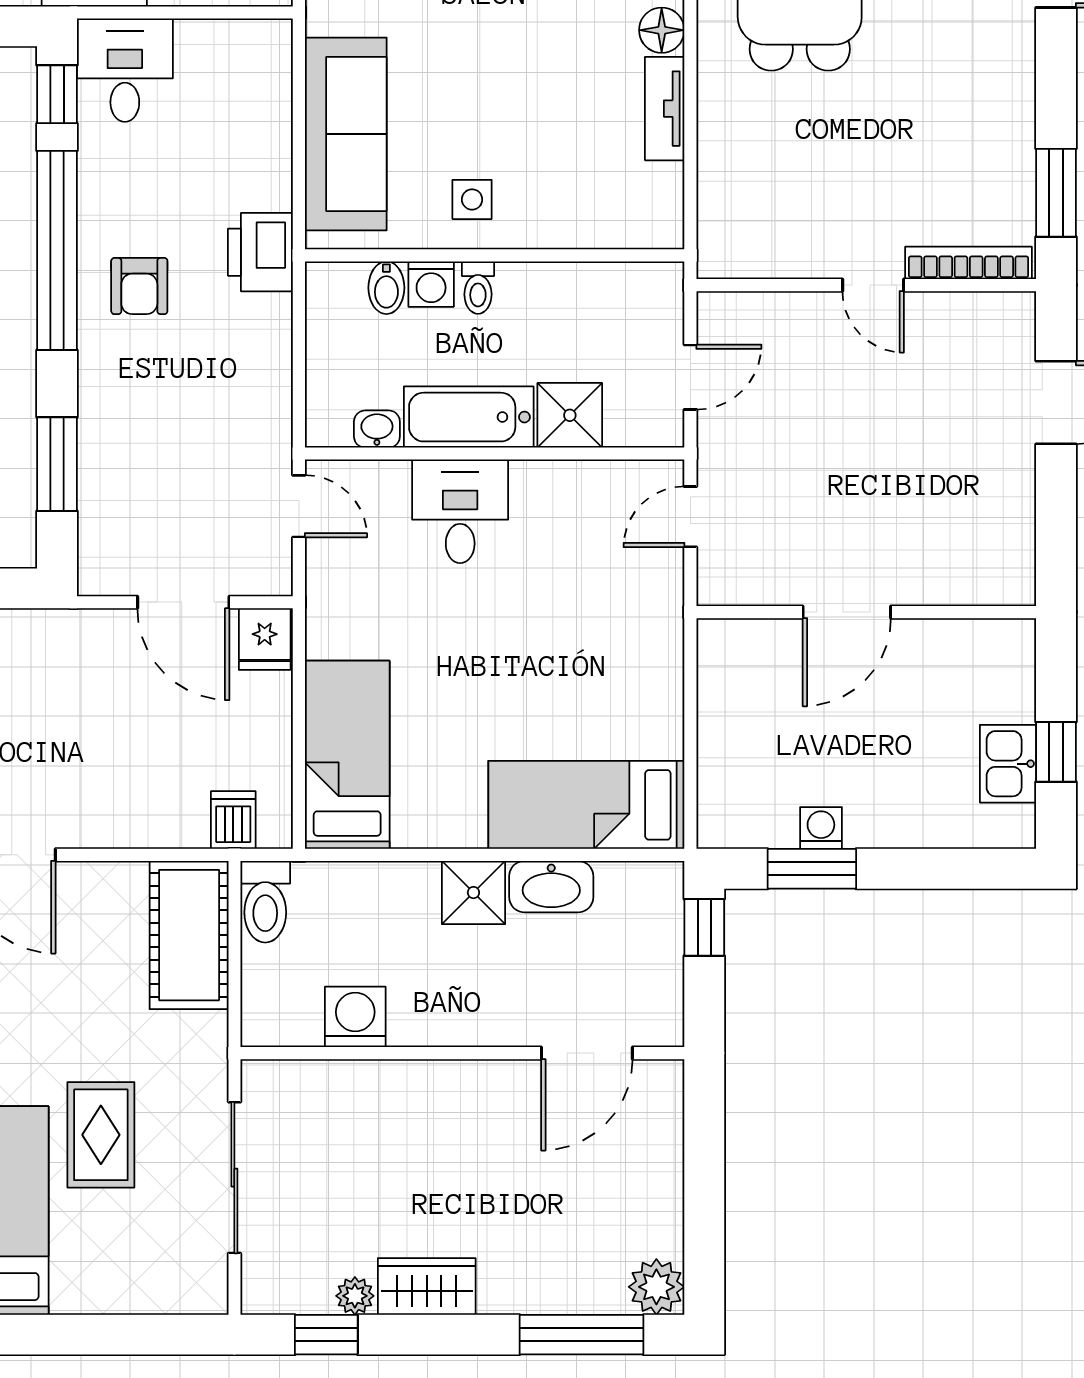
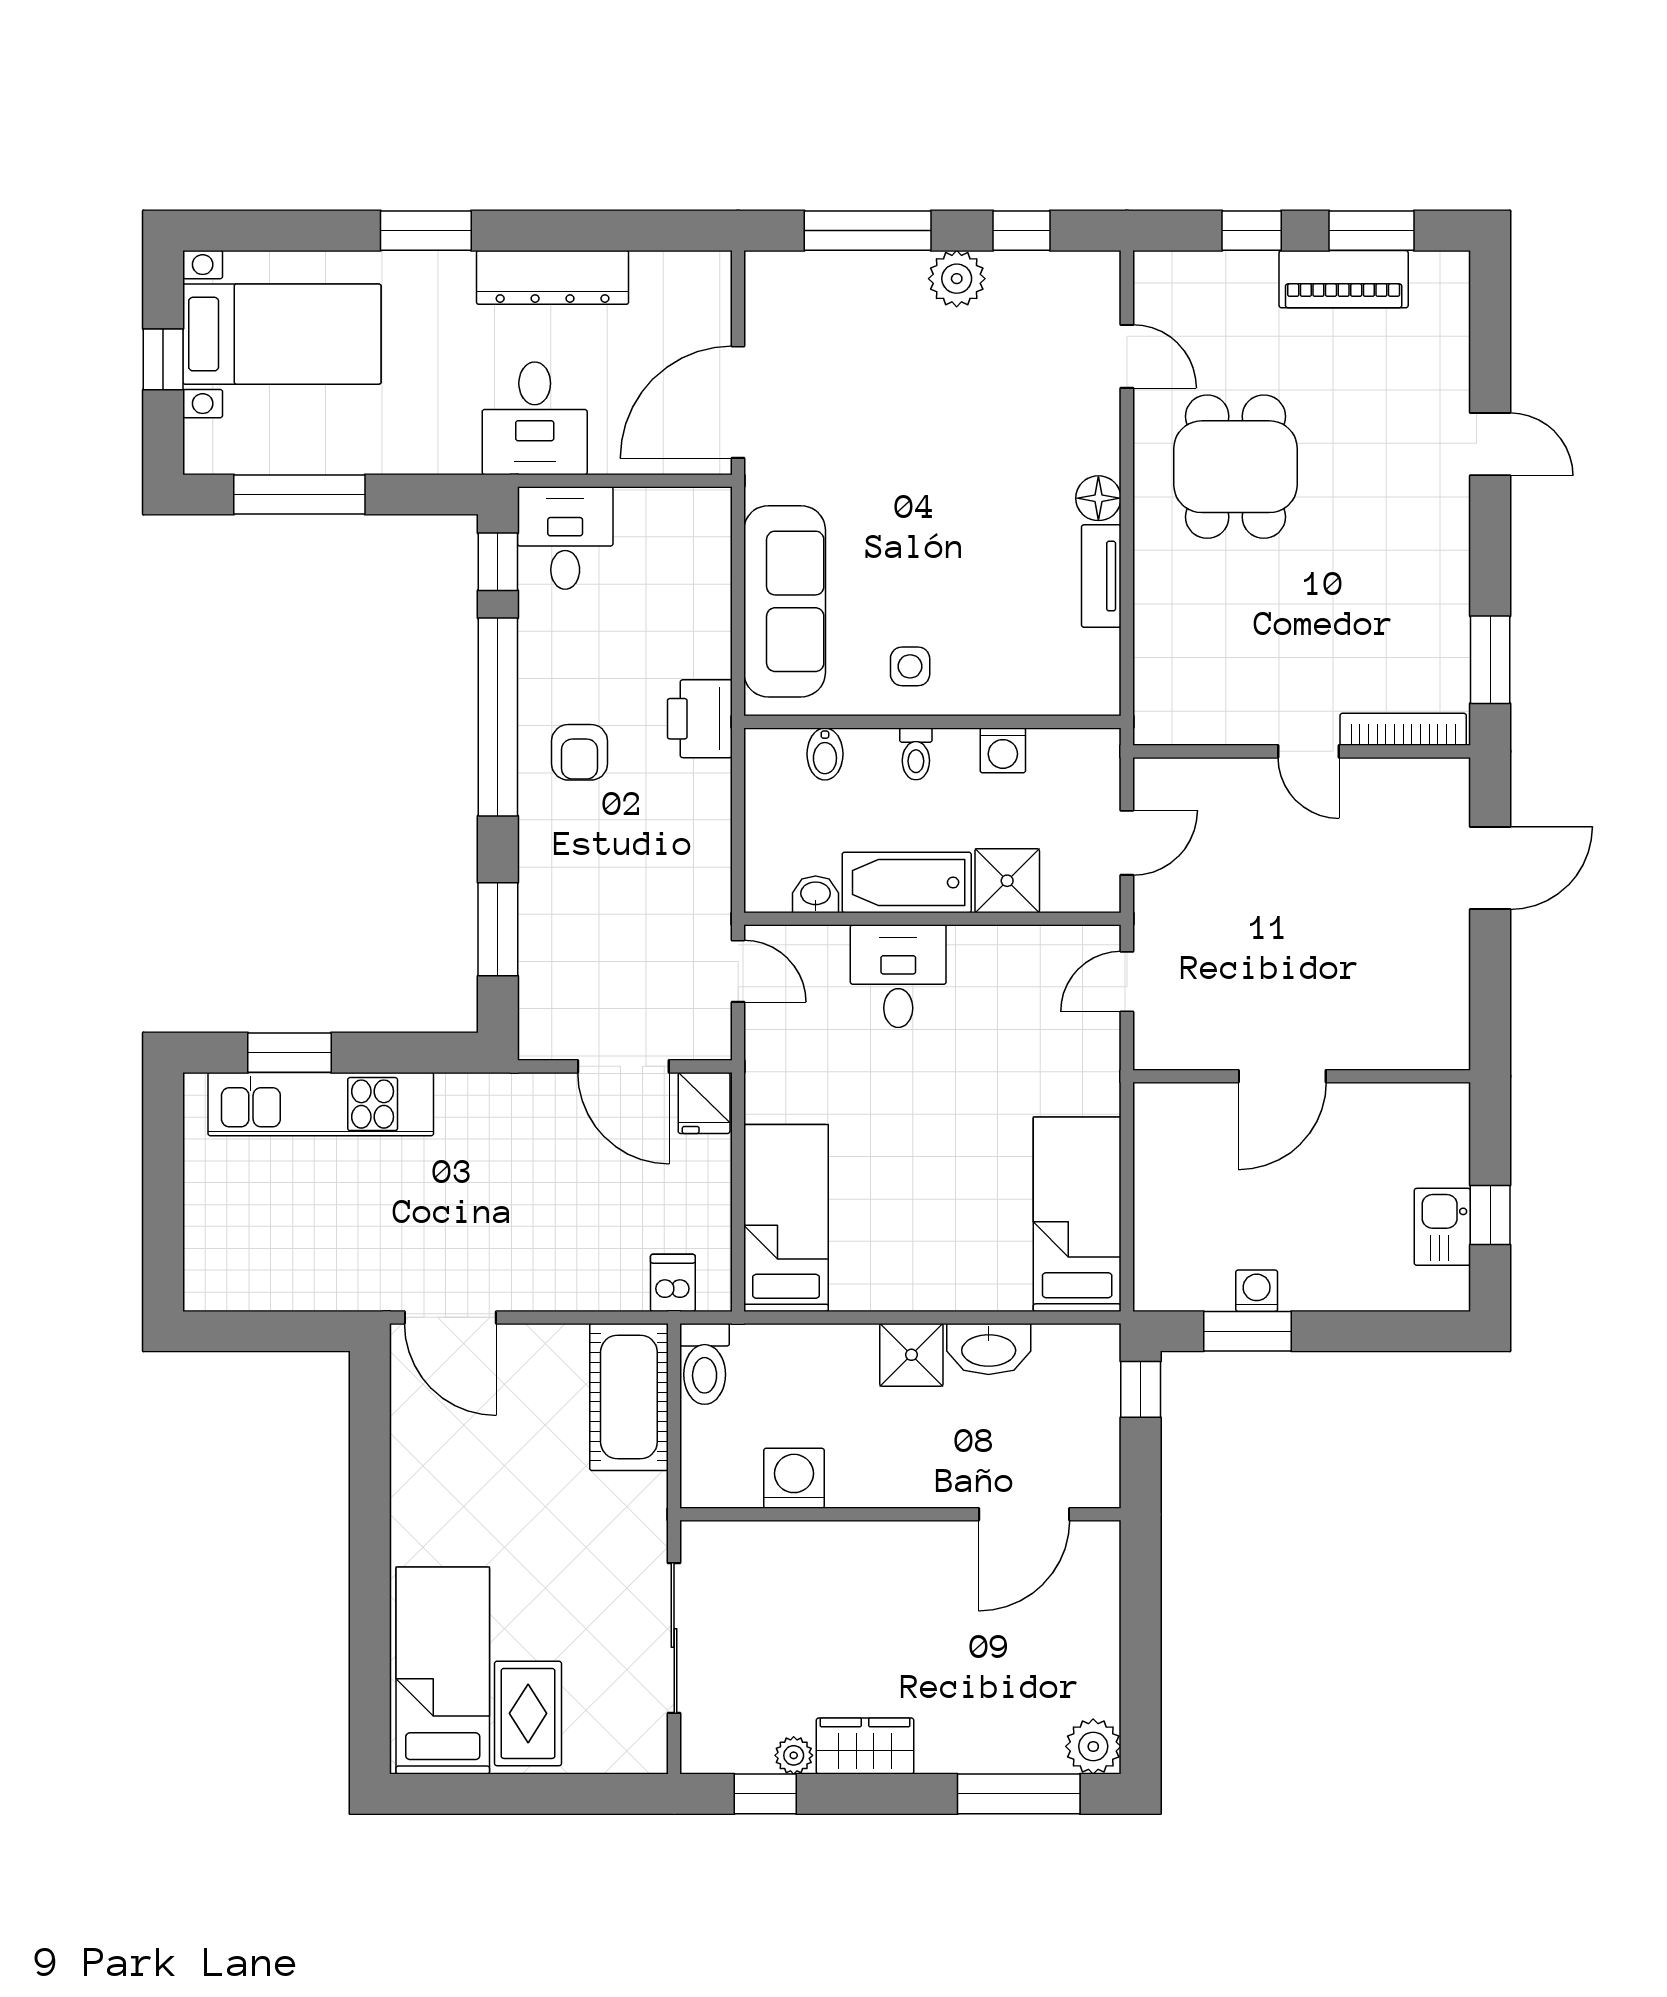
washing machine: (431, 284) -> (1003, 750), moved
bed: (586, 805) -> (1077, 1214), moved, turned 90
rug: (101, 1135) -> (528, 1713), moved

